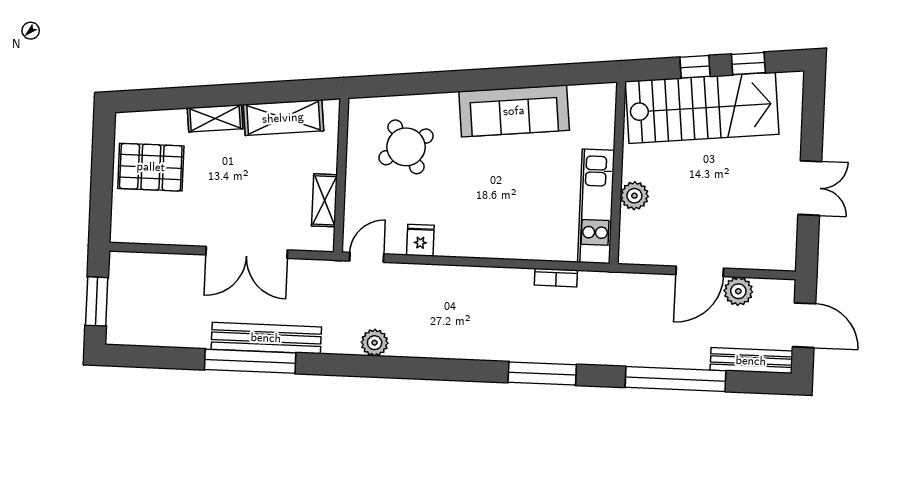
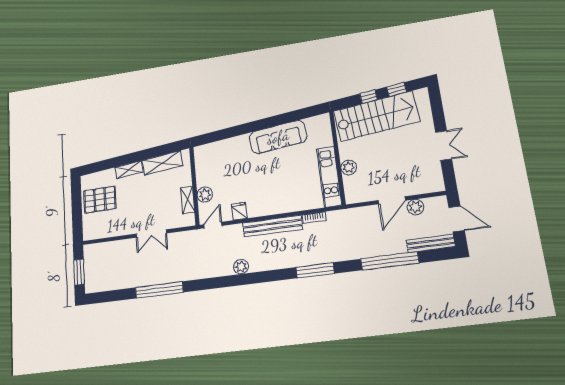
round table: (406, 147) -> (225, 165), removed
plant: (359, 196) -> (205, 195), added
double door: (247, 252) -> (151, 233), width x0.73
bench: (266, 338) -> (273, 226), moved
plant: (375, 343) -> (241, 267), moved

